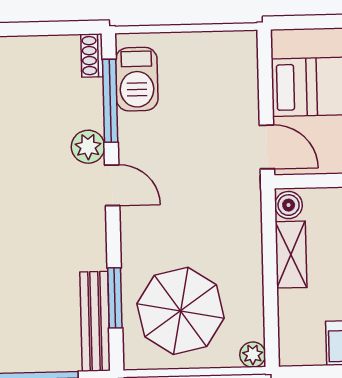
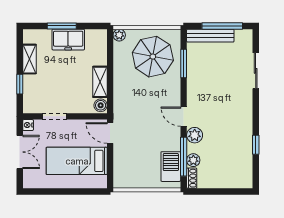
plant: (90, 94) -> (193, 160), added
bench: (95, 321) -> (210, 36), moved, turned 90

